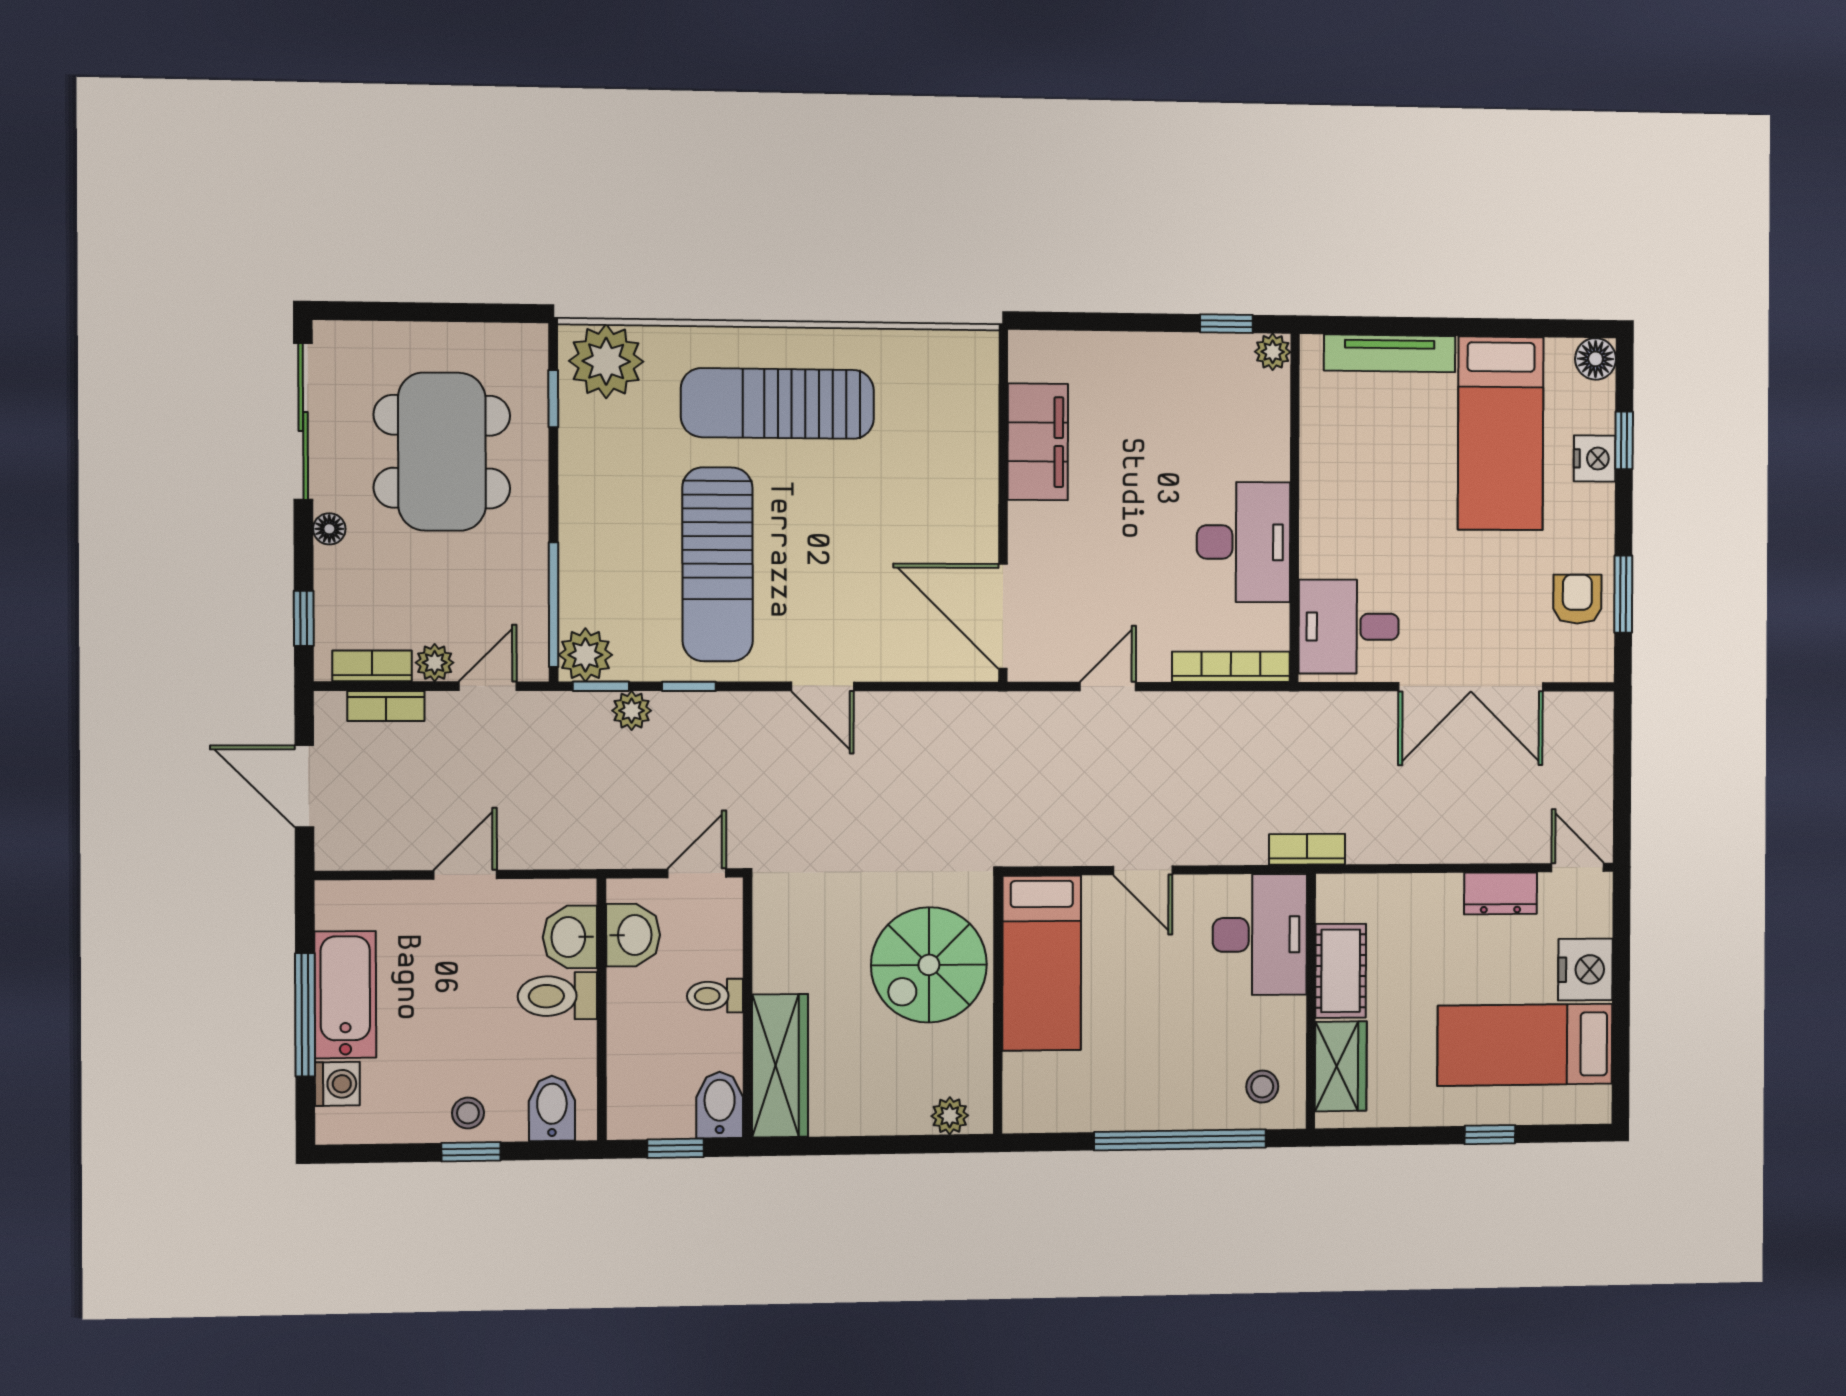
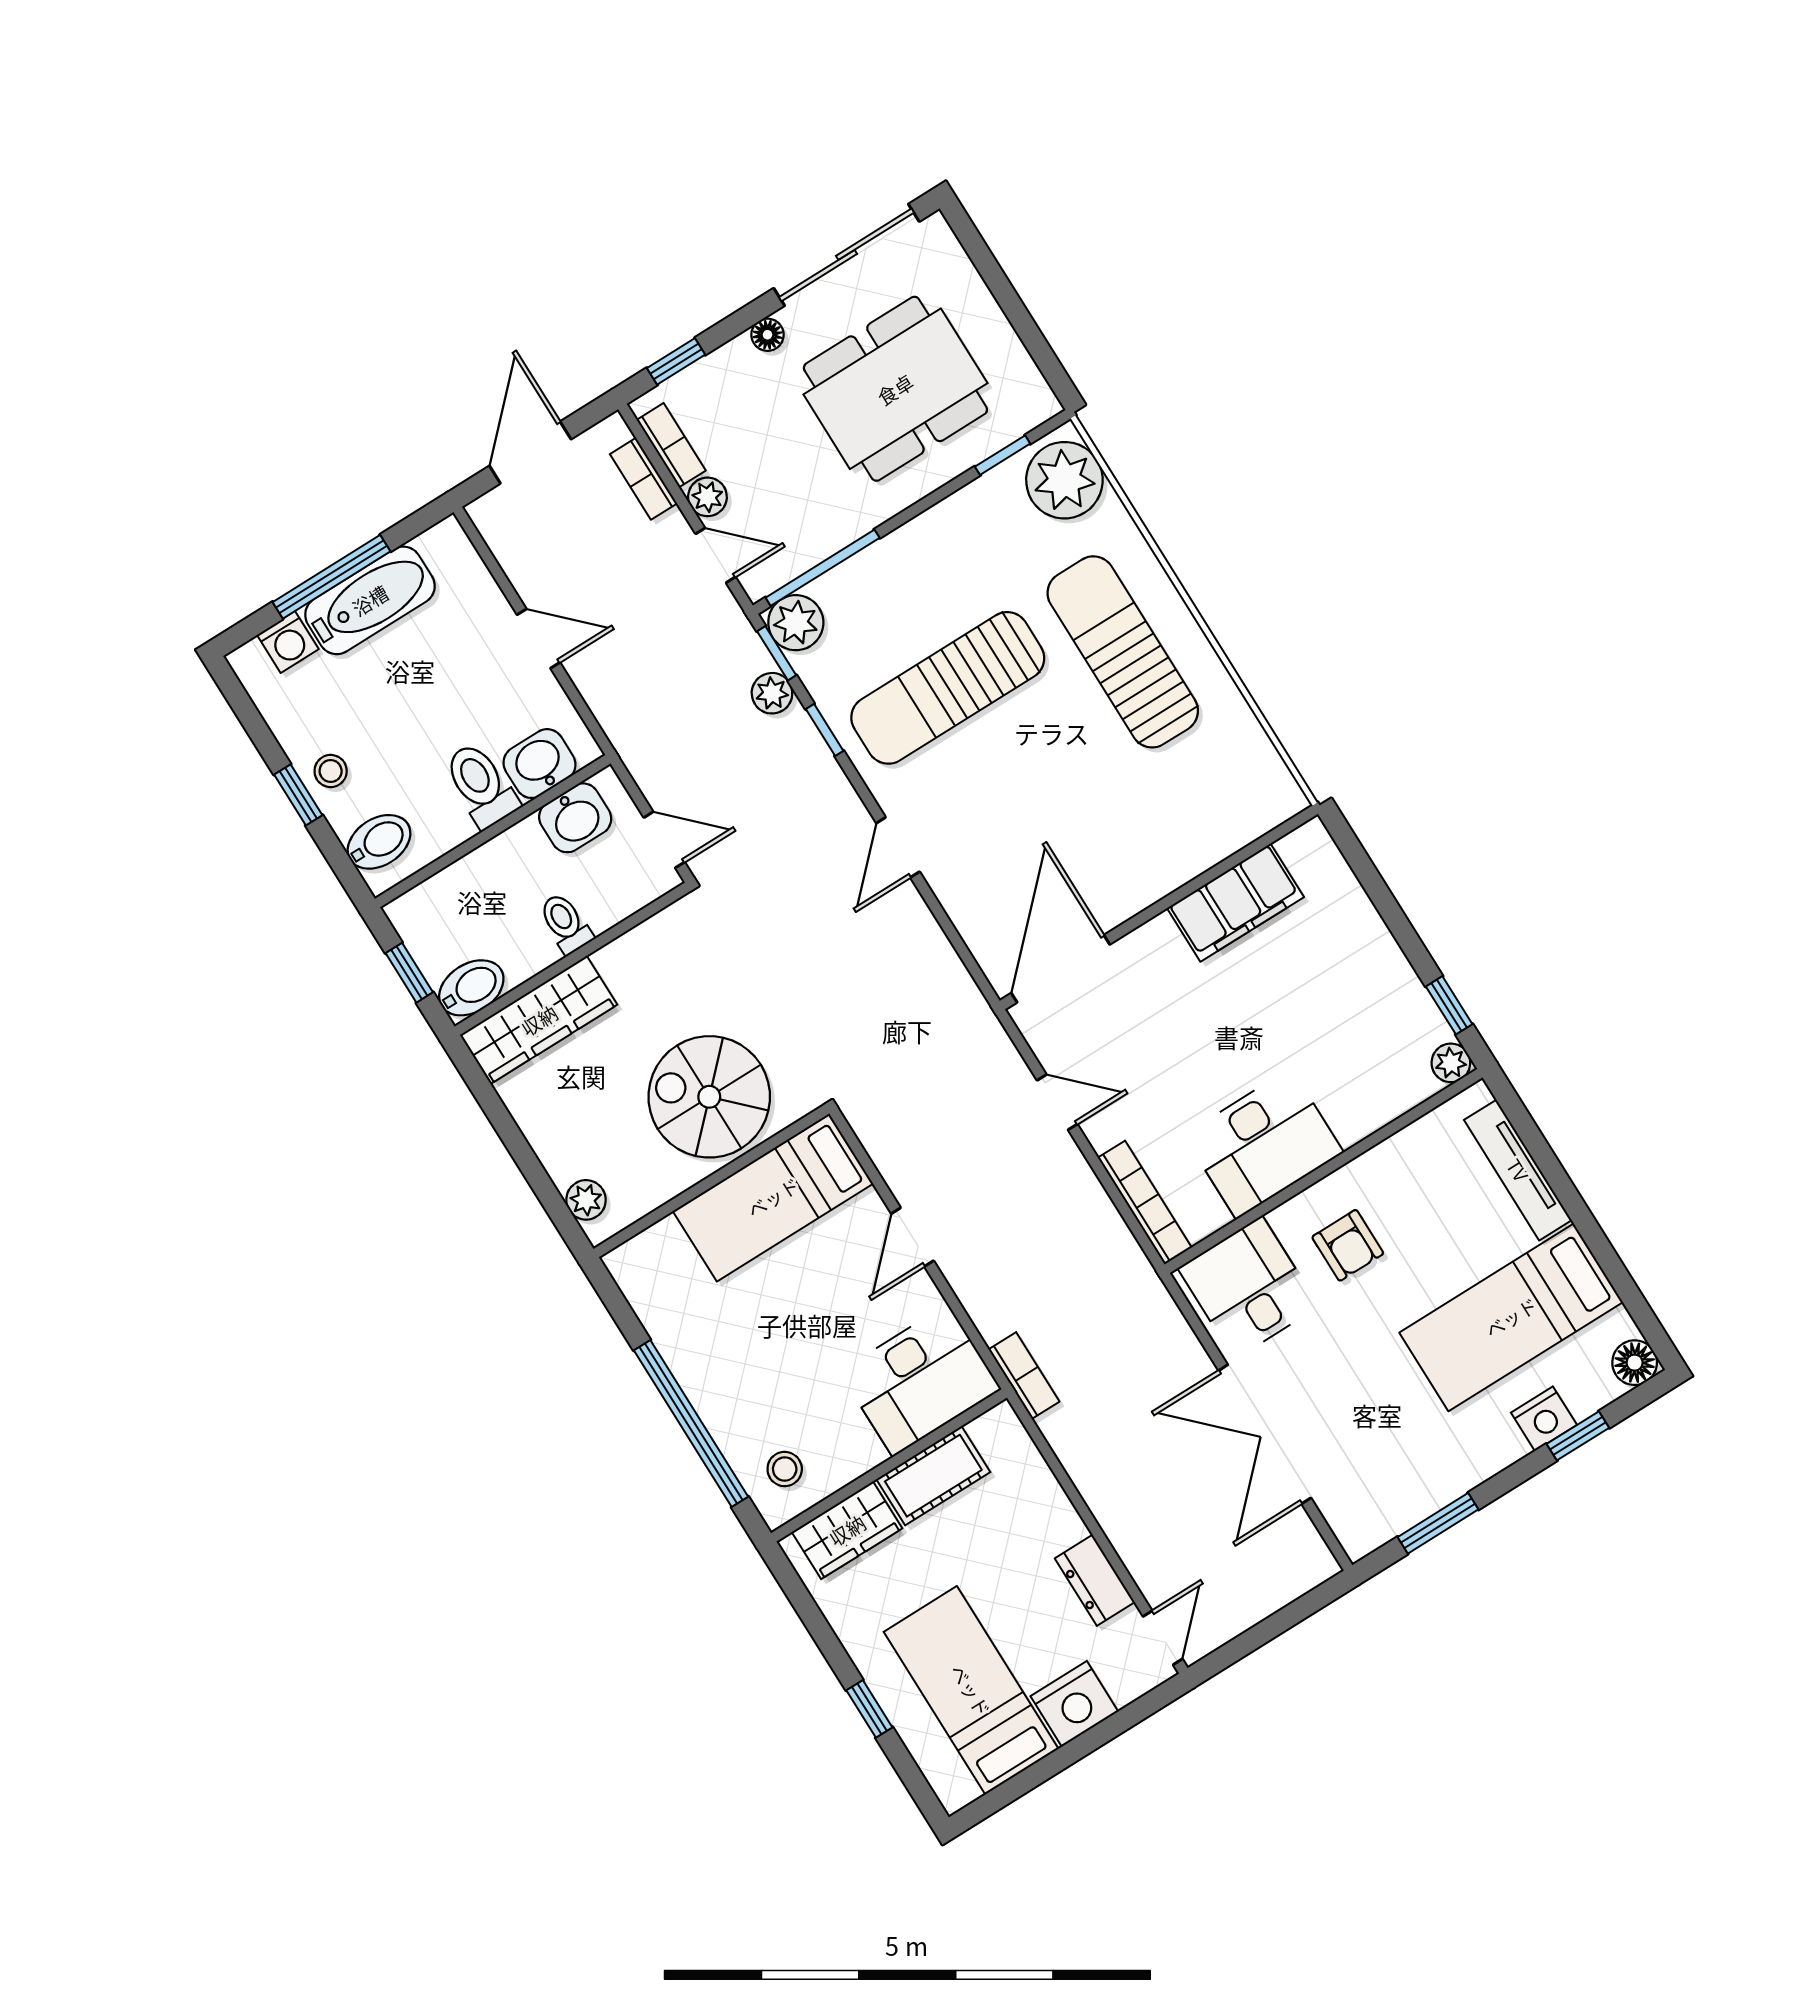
armchair: (1577, 599) -> (1348, 1245), moved, turned 90

